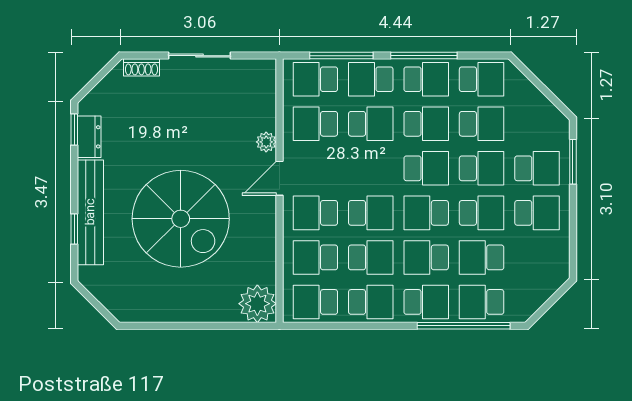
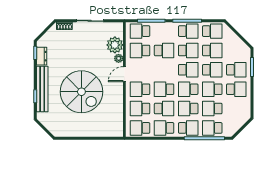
school desk: (371, 79) -> (164, 31), removed
school desk: (371, 213) -> (164, 89), turned 180
school desk: (482, 213) -> (212, 89), turned 180
school desk: (371, 302) -> (164, 128), turned 180
plant: (257, 304) -> (115, 45), moved

